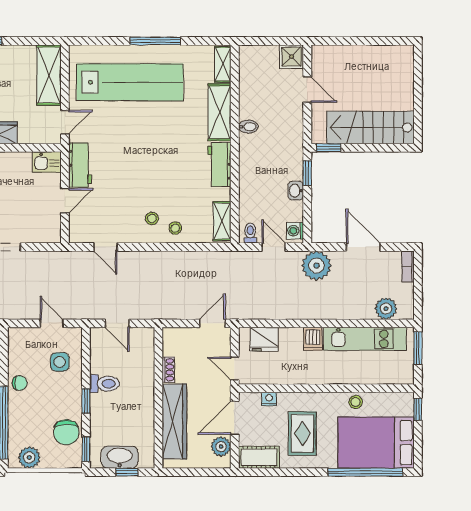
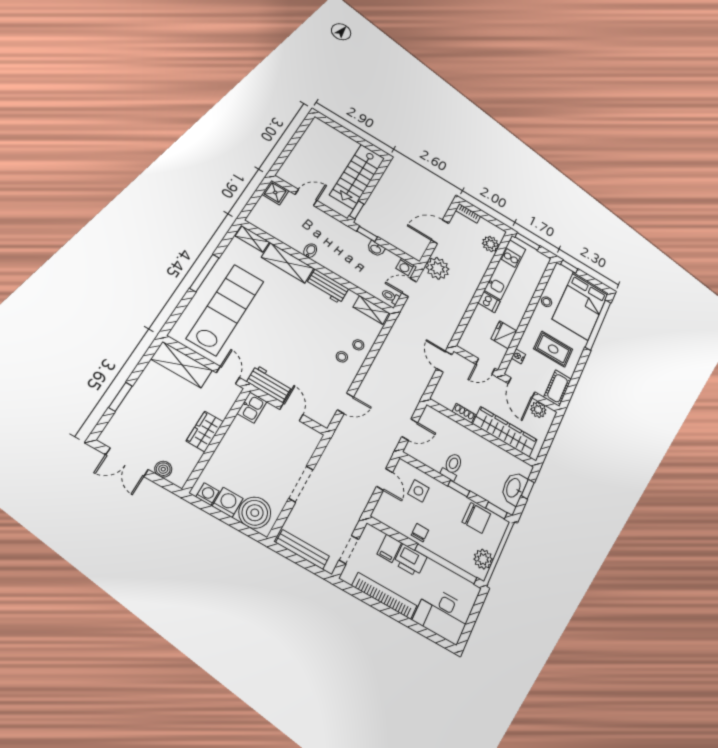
door: (52, 323) -> (385, 479), swing flipped
fridge: (264, 339) -> (504, 335), moved, turned 180

